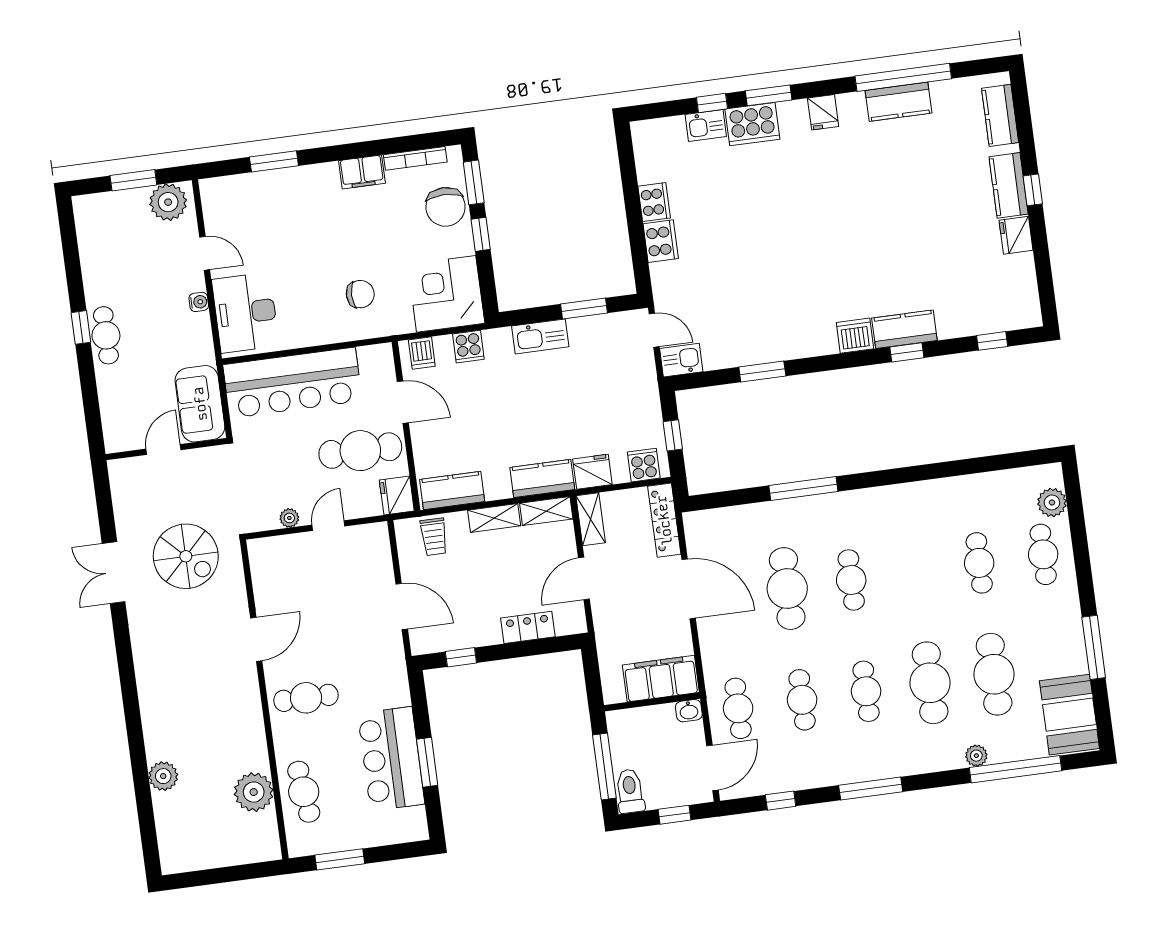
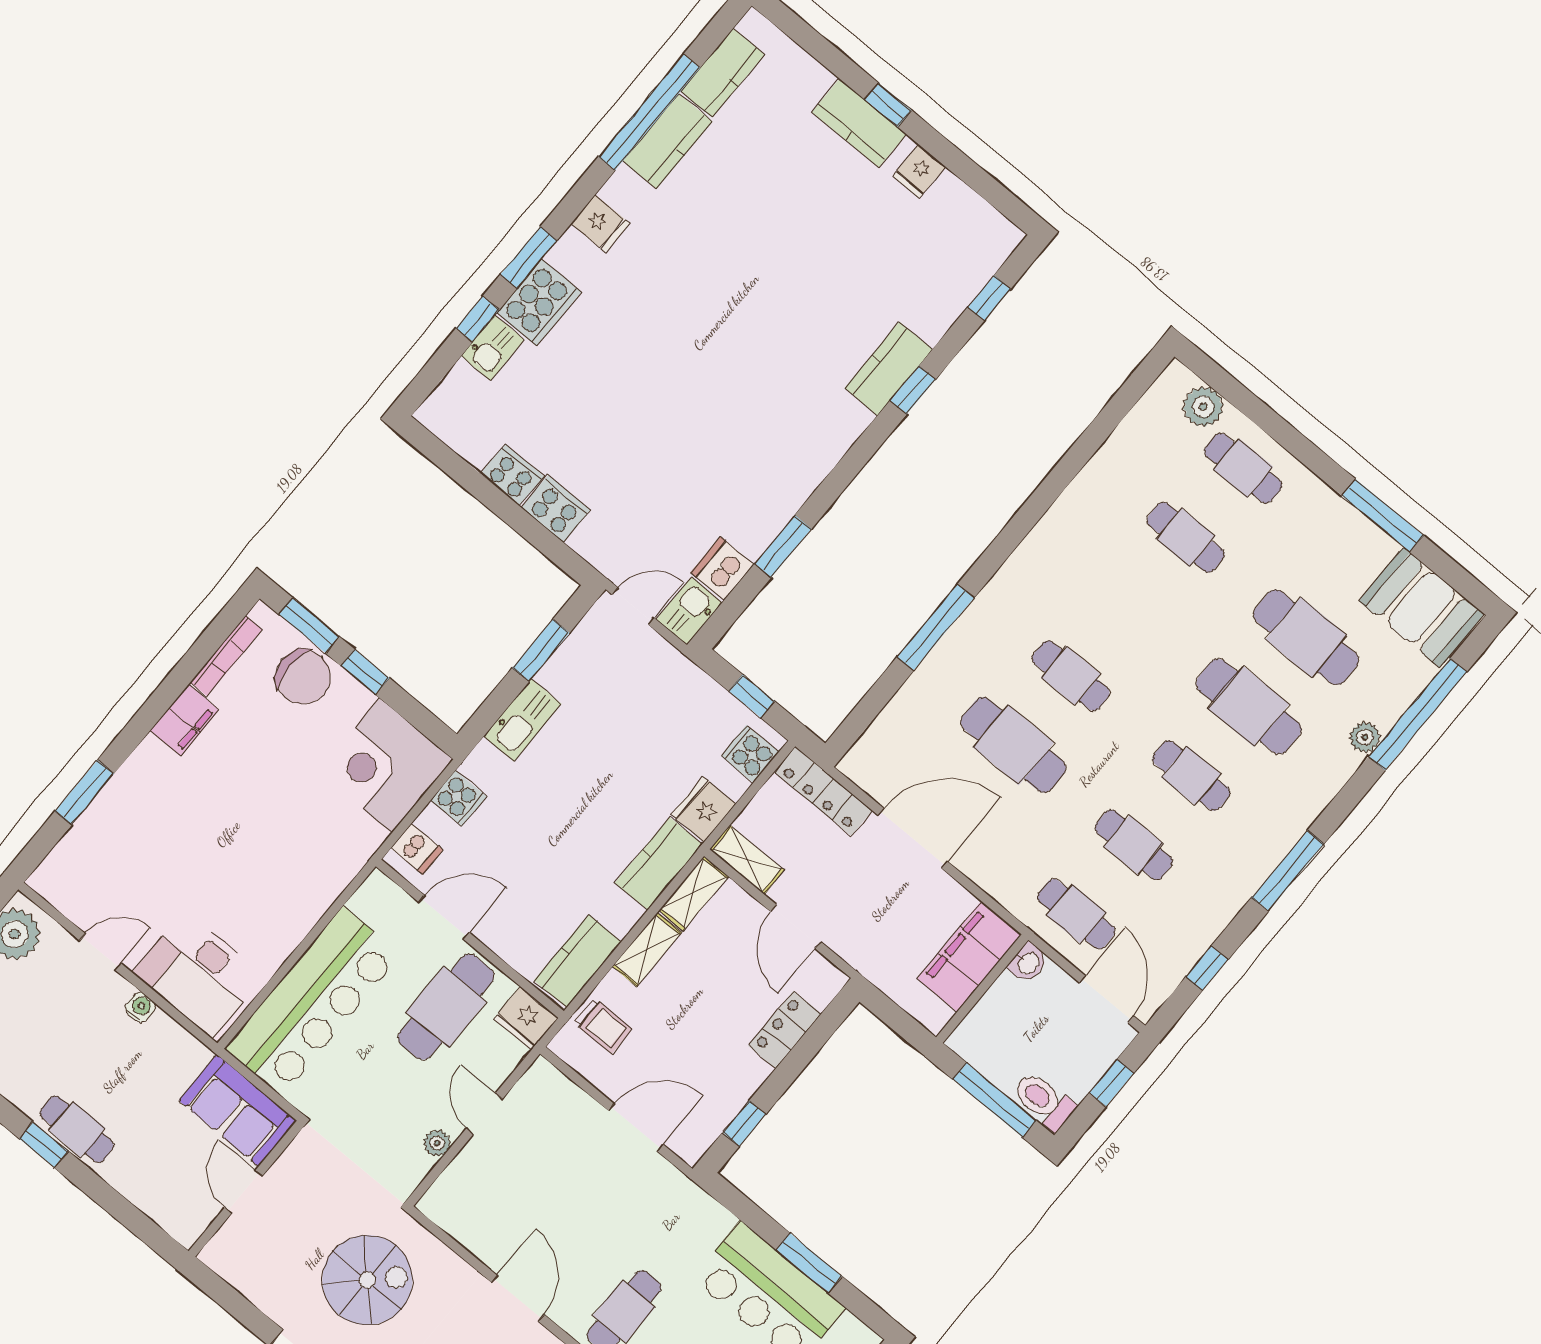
kitchen counter: (1000, 115) -> (723, 73), moved, turned -90
fridge: (1016, 235) -> (919, 171), width x0.72
chair: (360, 294) -> (298, 847), removed
dishwasher: (855, 336) -> (722, 568), moved

